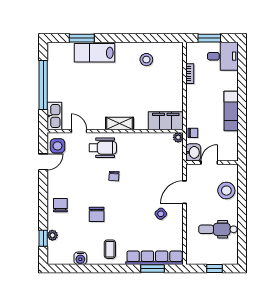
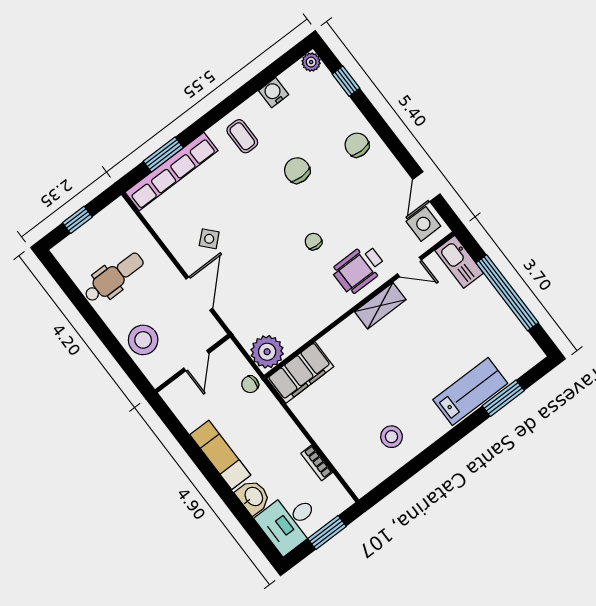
shelving: (119, 123) -> (380, 306), moved
plant: (178, 137) -> (267, 352), width x1.88, depth x1.88
washbasin: (193, 152) -> (253, 497), moved, turned 180
chair: (60, 205) -> (357, 145), turned 180
plant: (52, 235) -> (311, 62), moved

